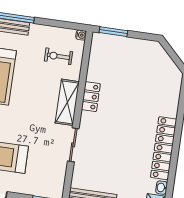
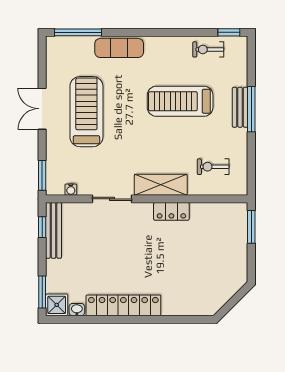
water cooler: (81, 35) -> (71, 190), moved
exercise bike: (58, 56) -> (213, 167), turned -90

